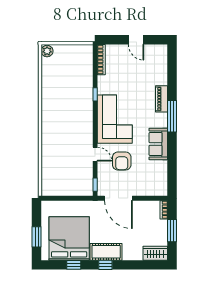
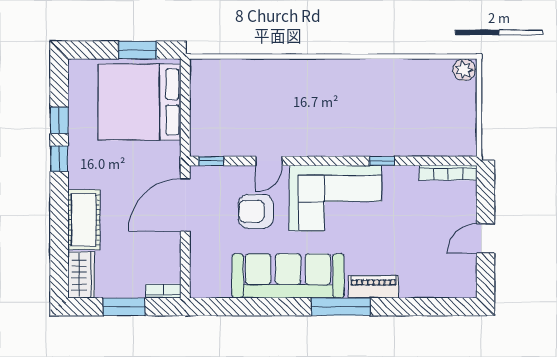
sofa: (158, 144) -> (288, 276), width x1.85, depth x1.27
window: (37, 237) -> (138, 50), moved
bed: (69, 238) -> (140, 102), moved, turned 180
cot: (106, 252) -> (84, 220), moved
window: (105, 265) -> (59, 159), moved

